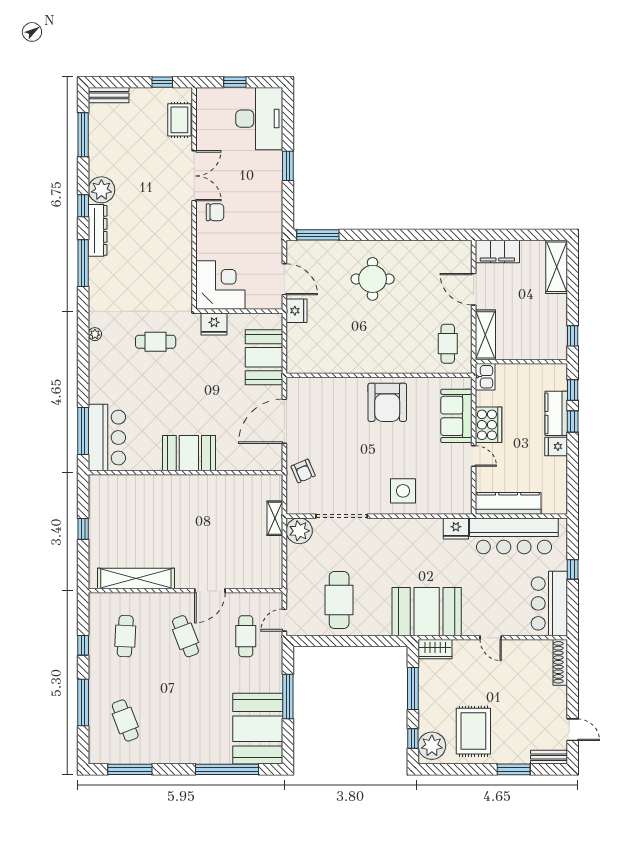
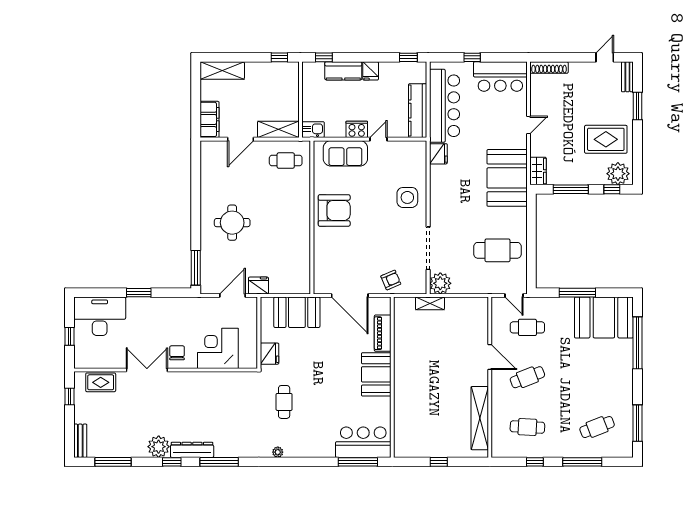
corner desk: (220, 285) -> (218, 348), moved
window: (573, 422) -> (408, 57), moved
cooker: (489, 425) -> (357, 129), width x0.73, depth x0.76
piano: (239, 461) -> (383, 333), added

